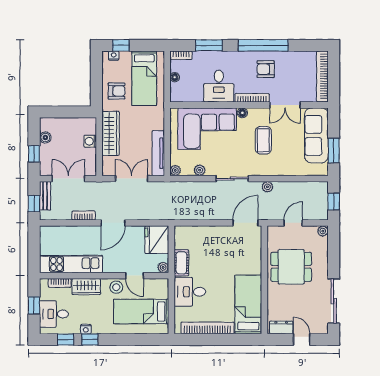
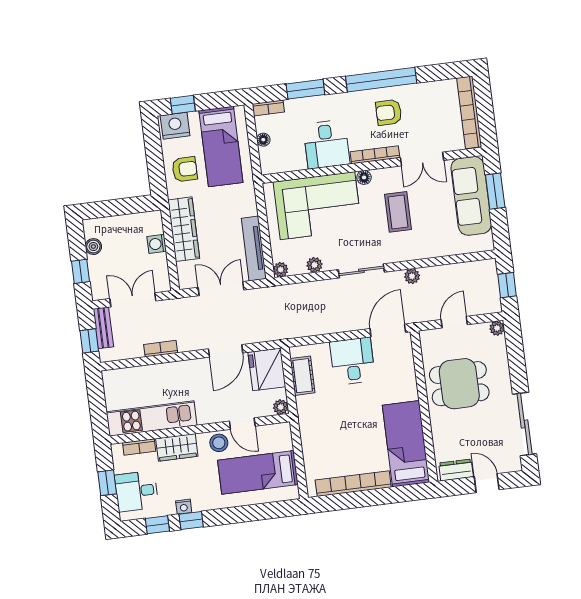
nightstand: (114, 56) -> (175, 126), width x1.89, depth x1.79
window: (334, 151) -> (495, 191), moved
door: (113, 223) -> (226, 351), moved
cot: (181, 263) -> (303, 376), moved
desk: (190, 292) -> (352, 361), moved, turned 90

